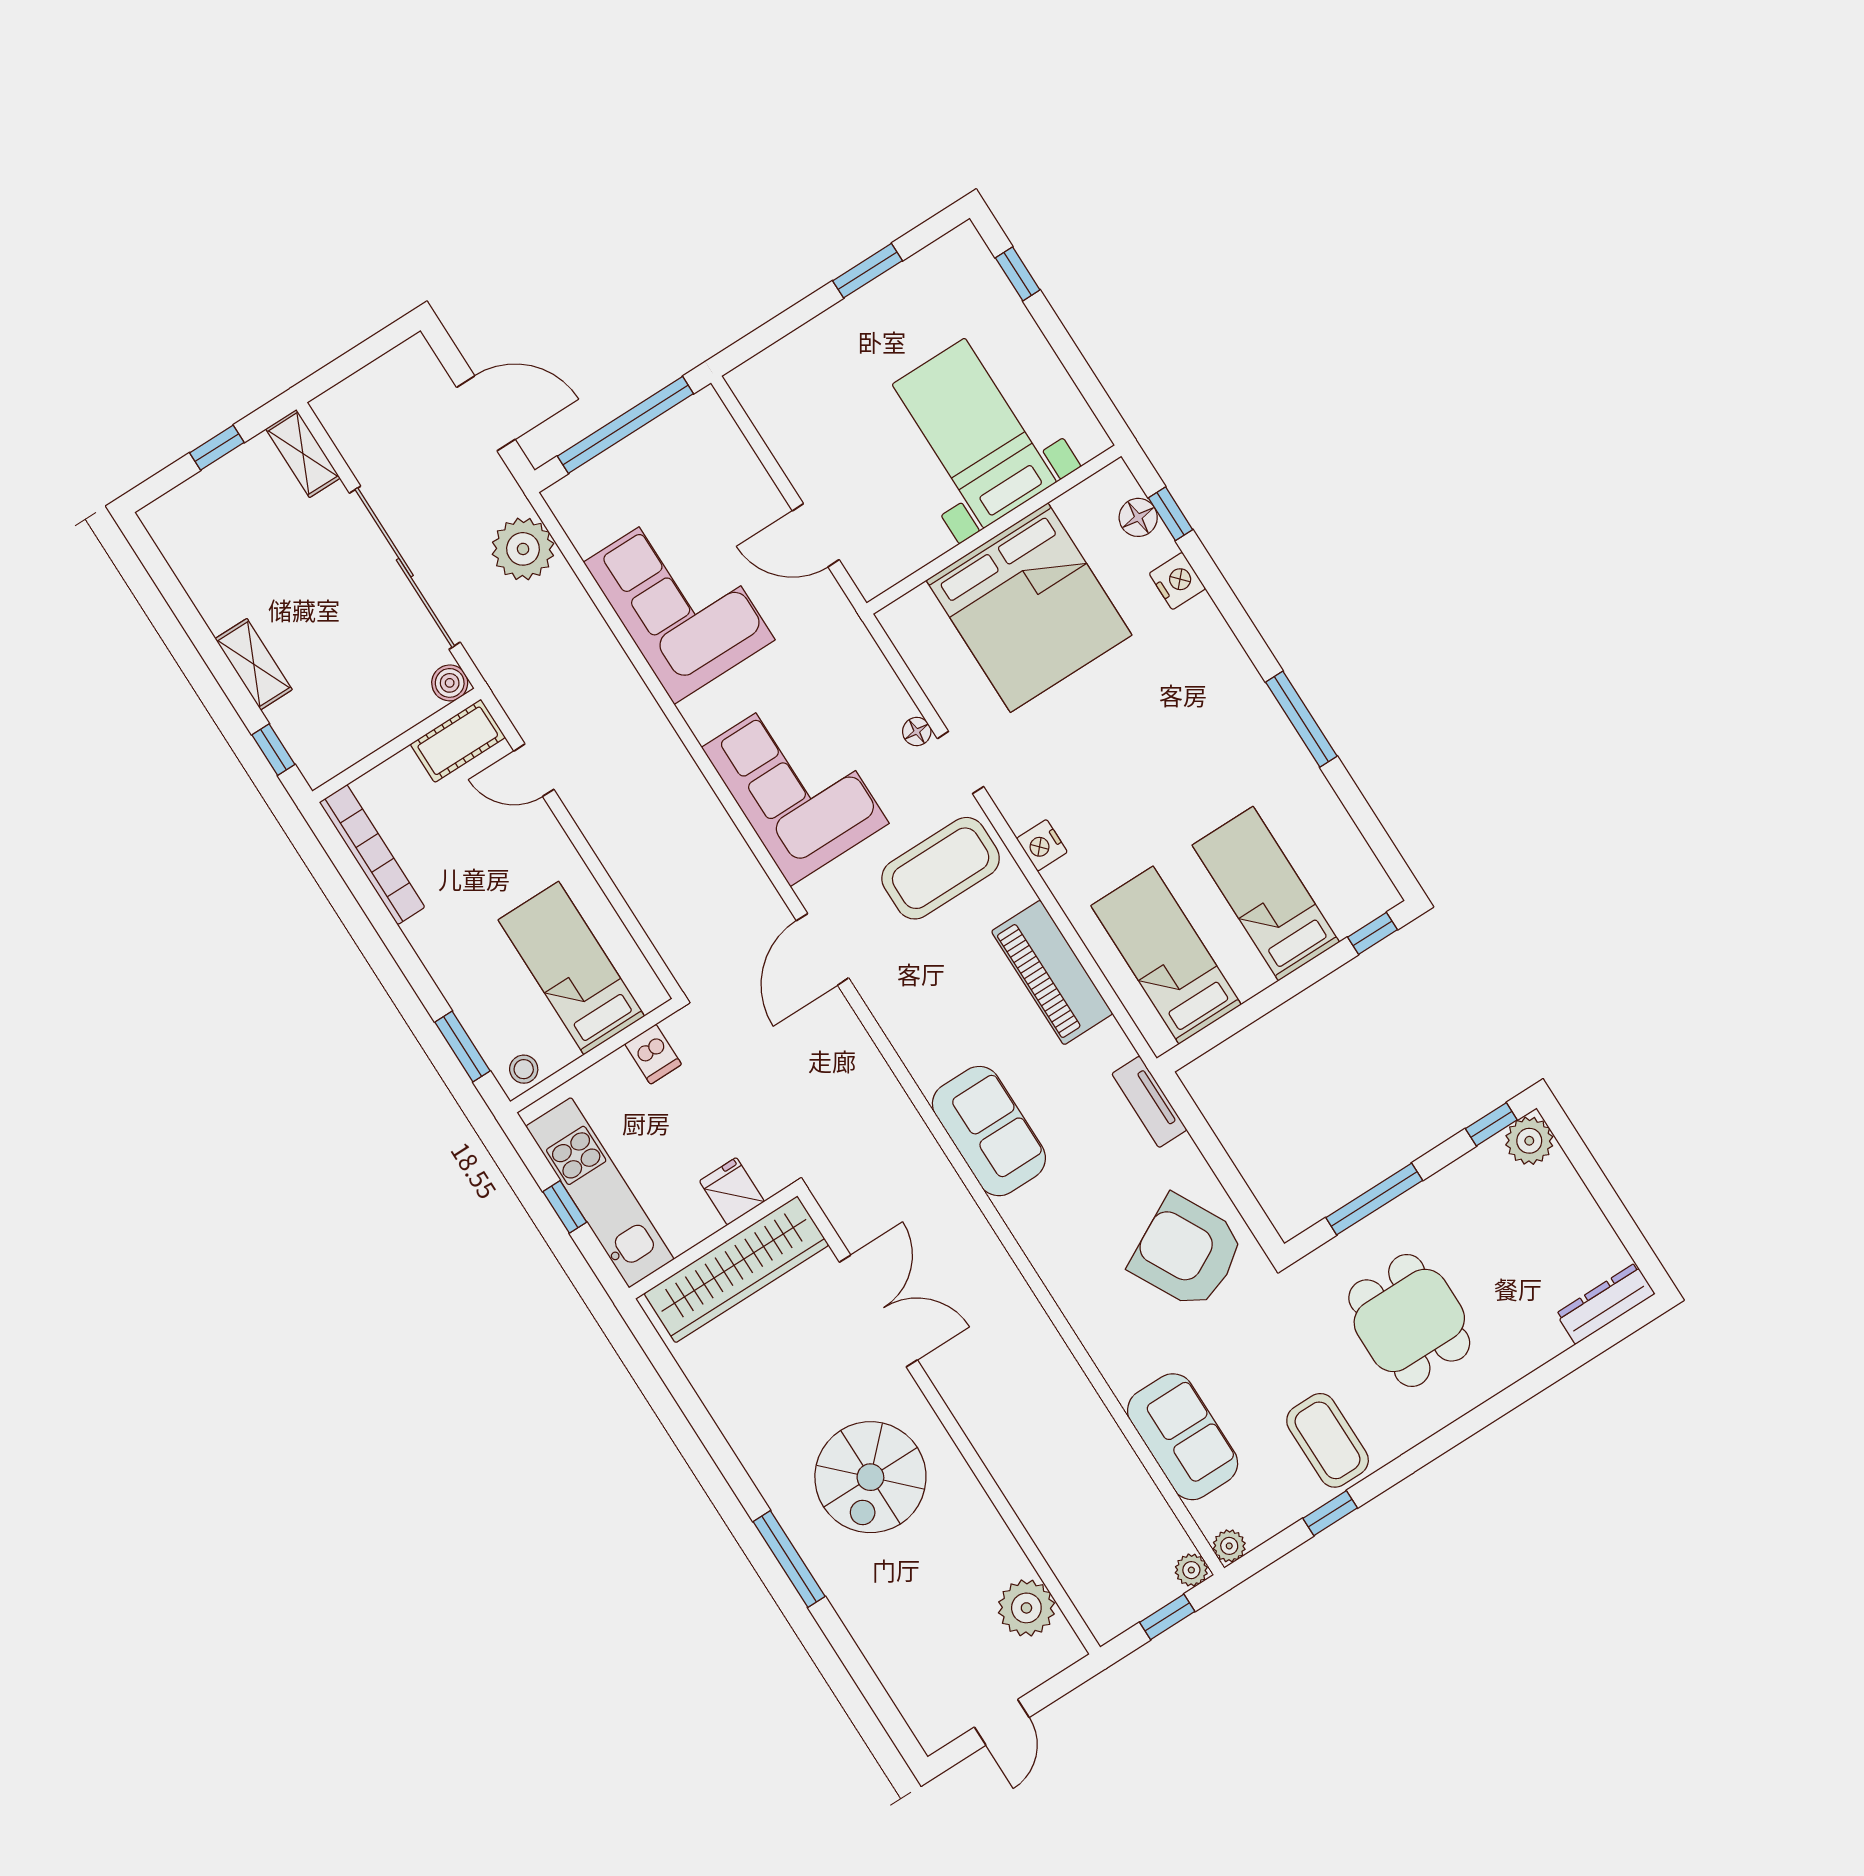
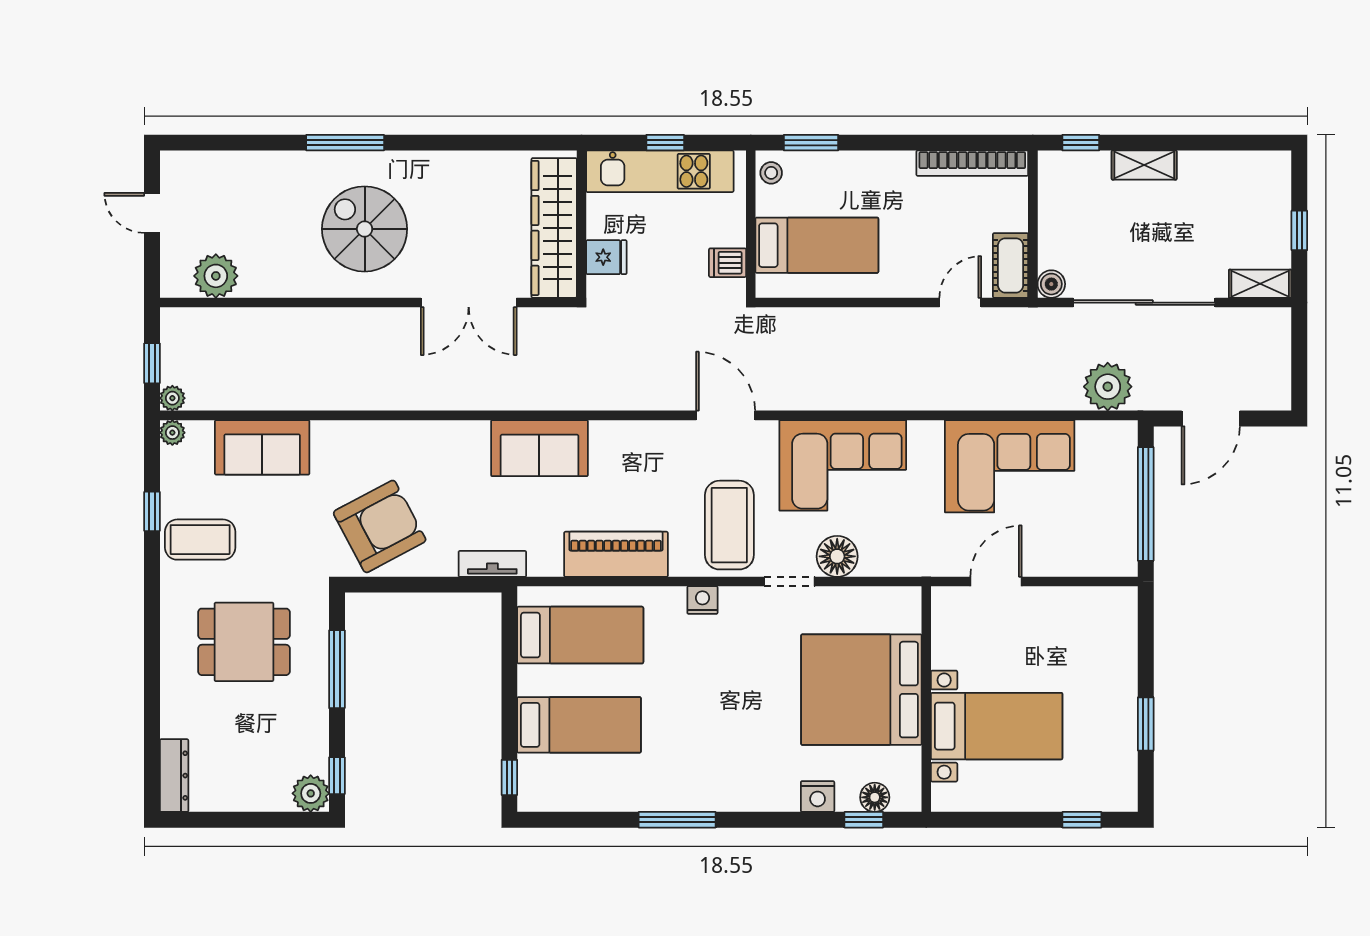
floor lamp: (917, 732) -> (837, 556), width x1.89, depth x1.89

